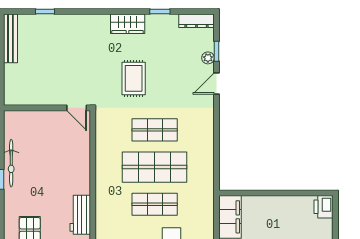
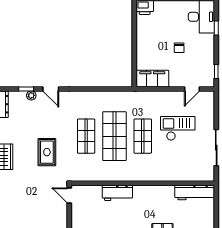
rug: (134, 78) -> (47, 152), turned 90
door: (77, 108) -> (69, 196), swing flipped
workbench: (80, 215) -> (117, 193), moved

